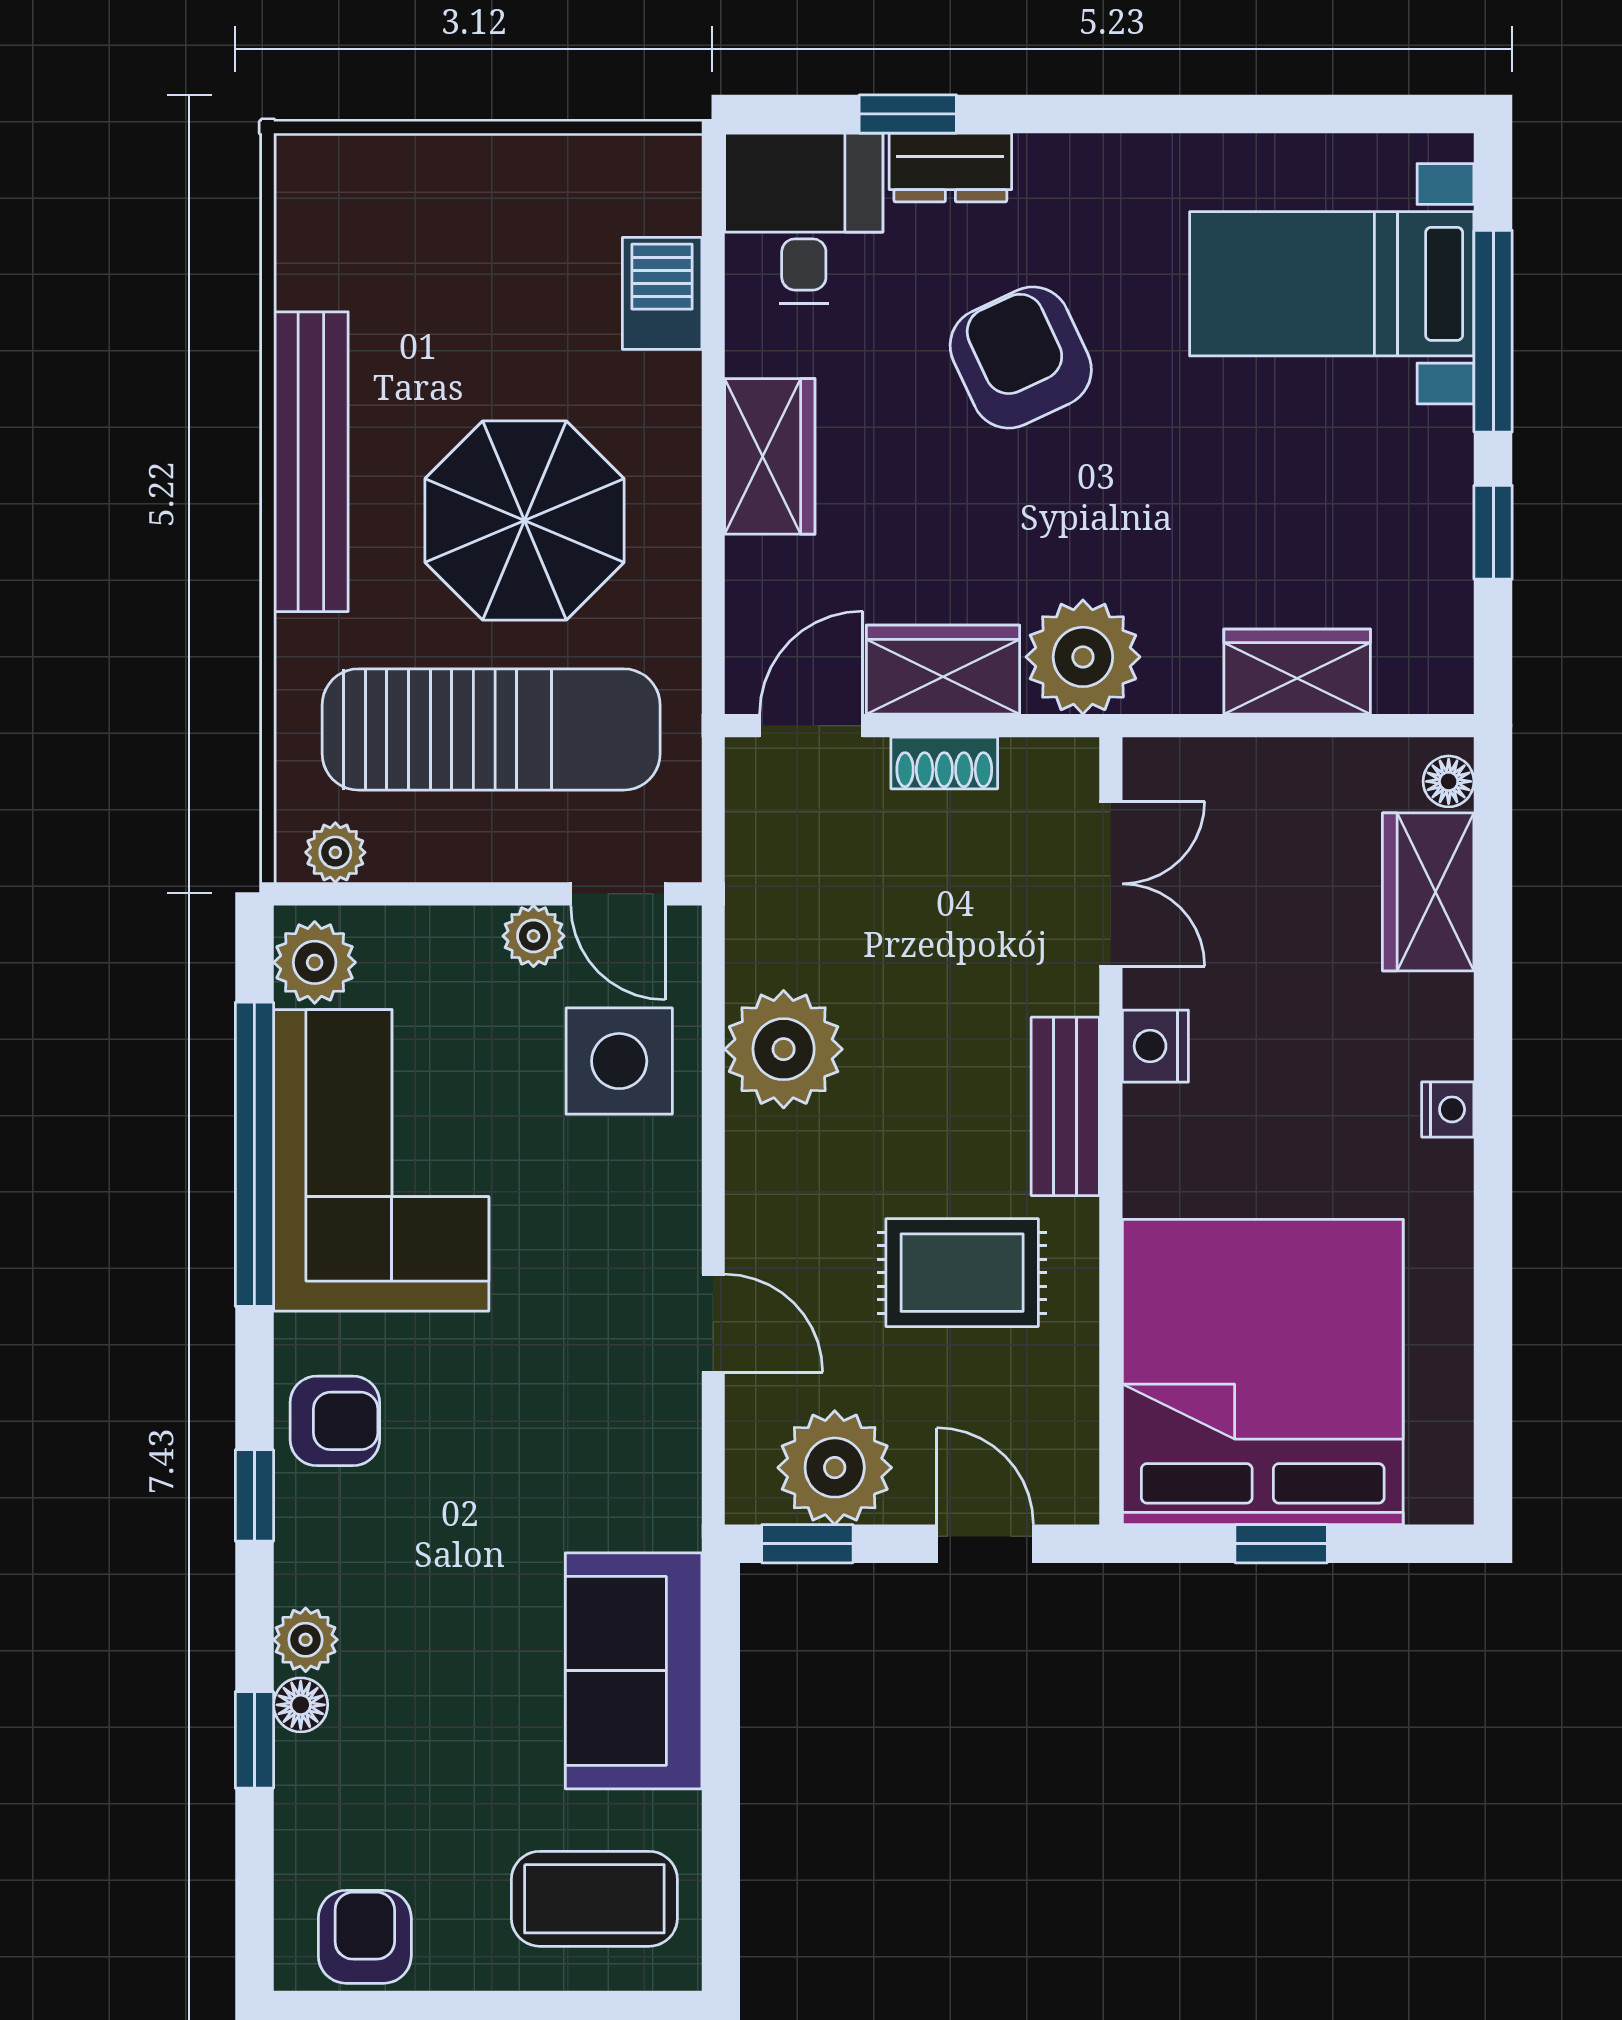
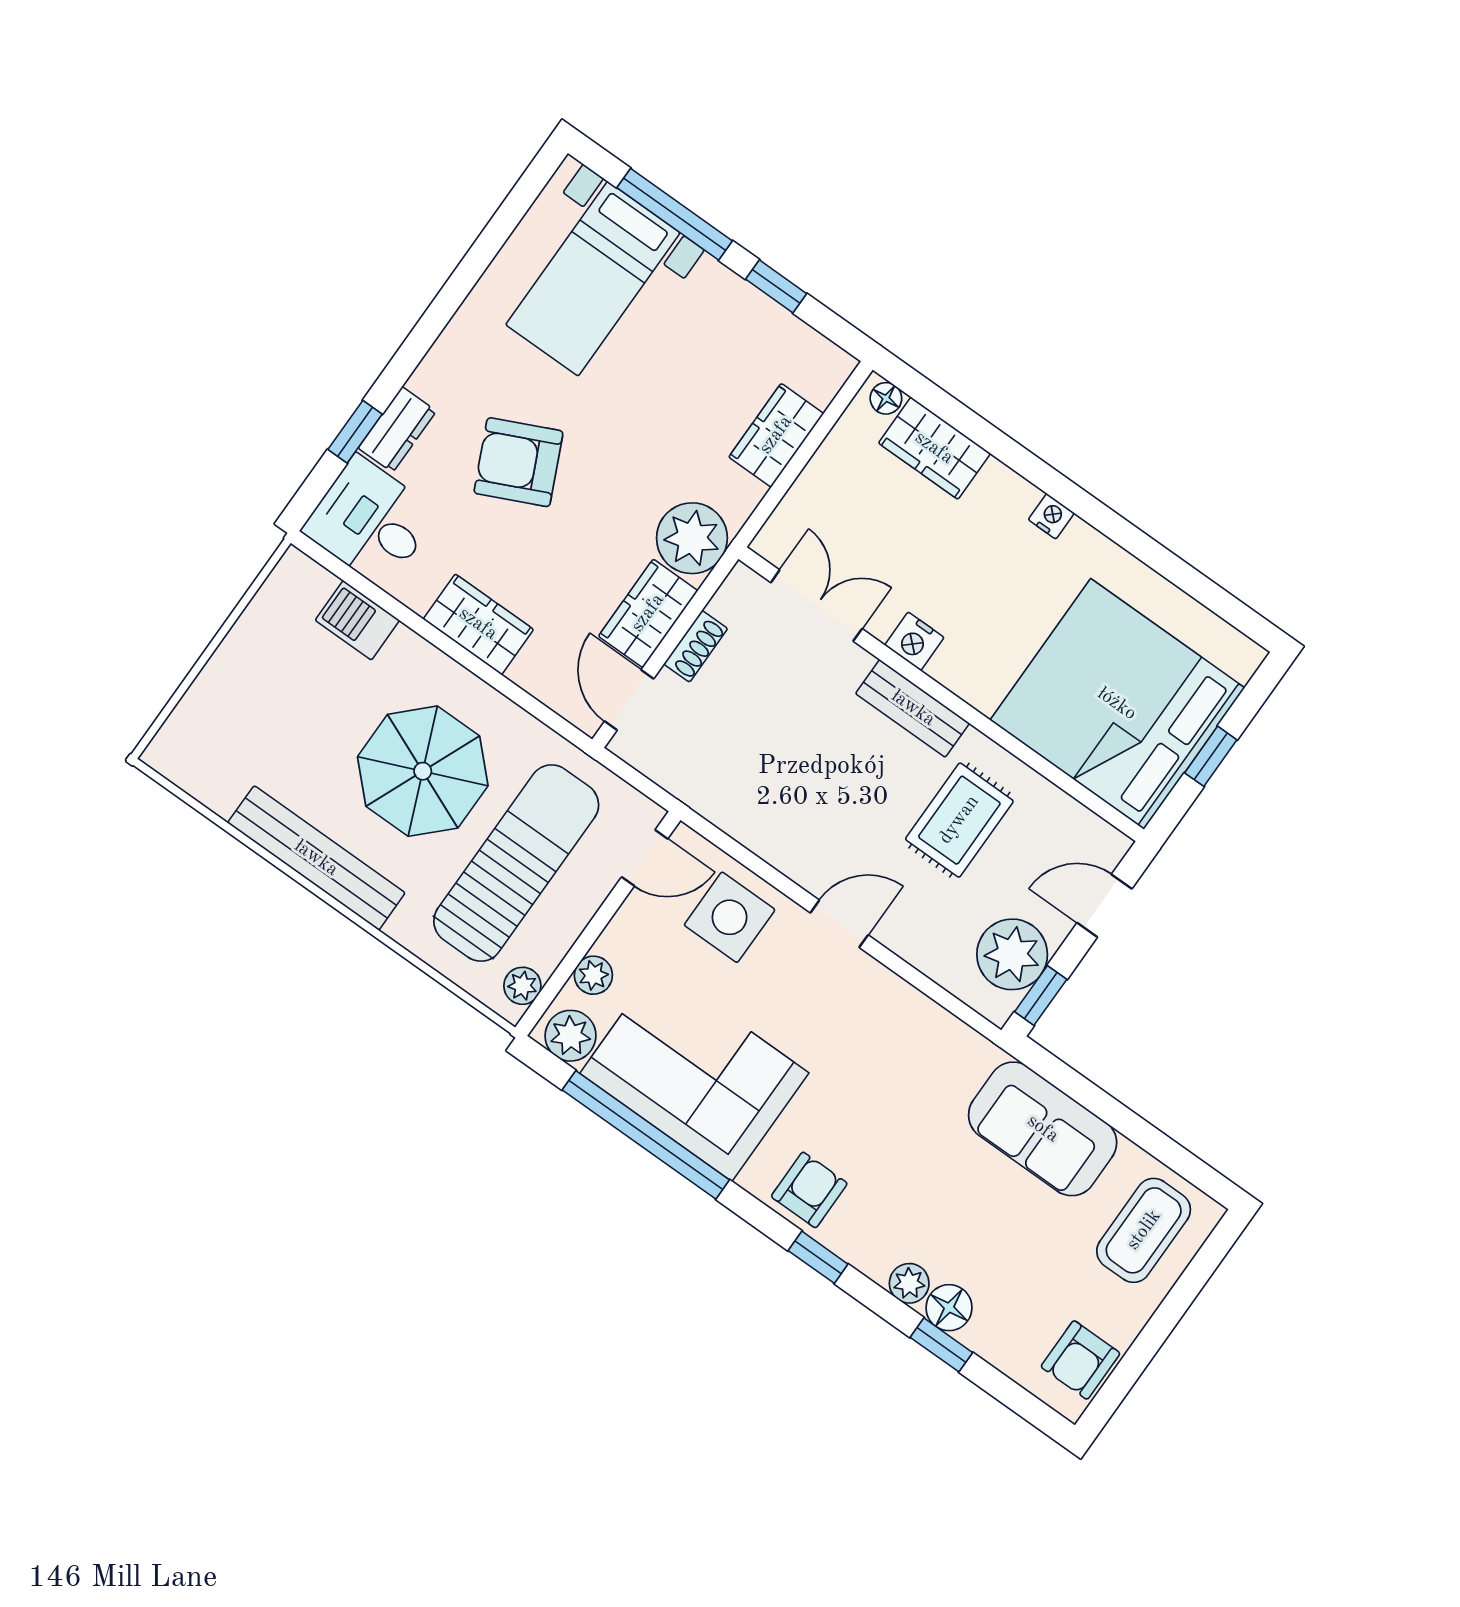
plant: (533, 936) -> (593, 975), moved
plant: (784, 1049) -> (783, 830), removed
door: (713, 1323) -> (839, 924), moved
floor lamp: (301, 1705) -> (949, 1308), width x1.37, depth x1.37
armchair: (365, 1937) -> (1080, 1360), turned -90

